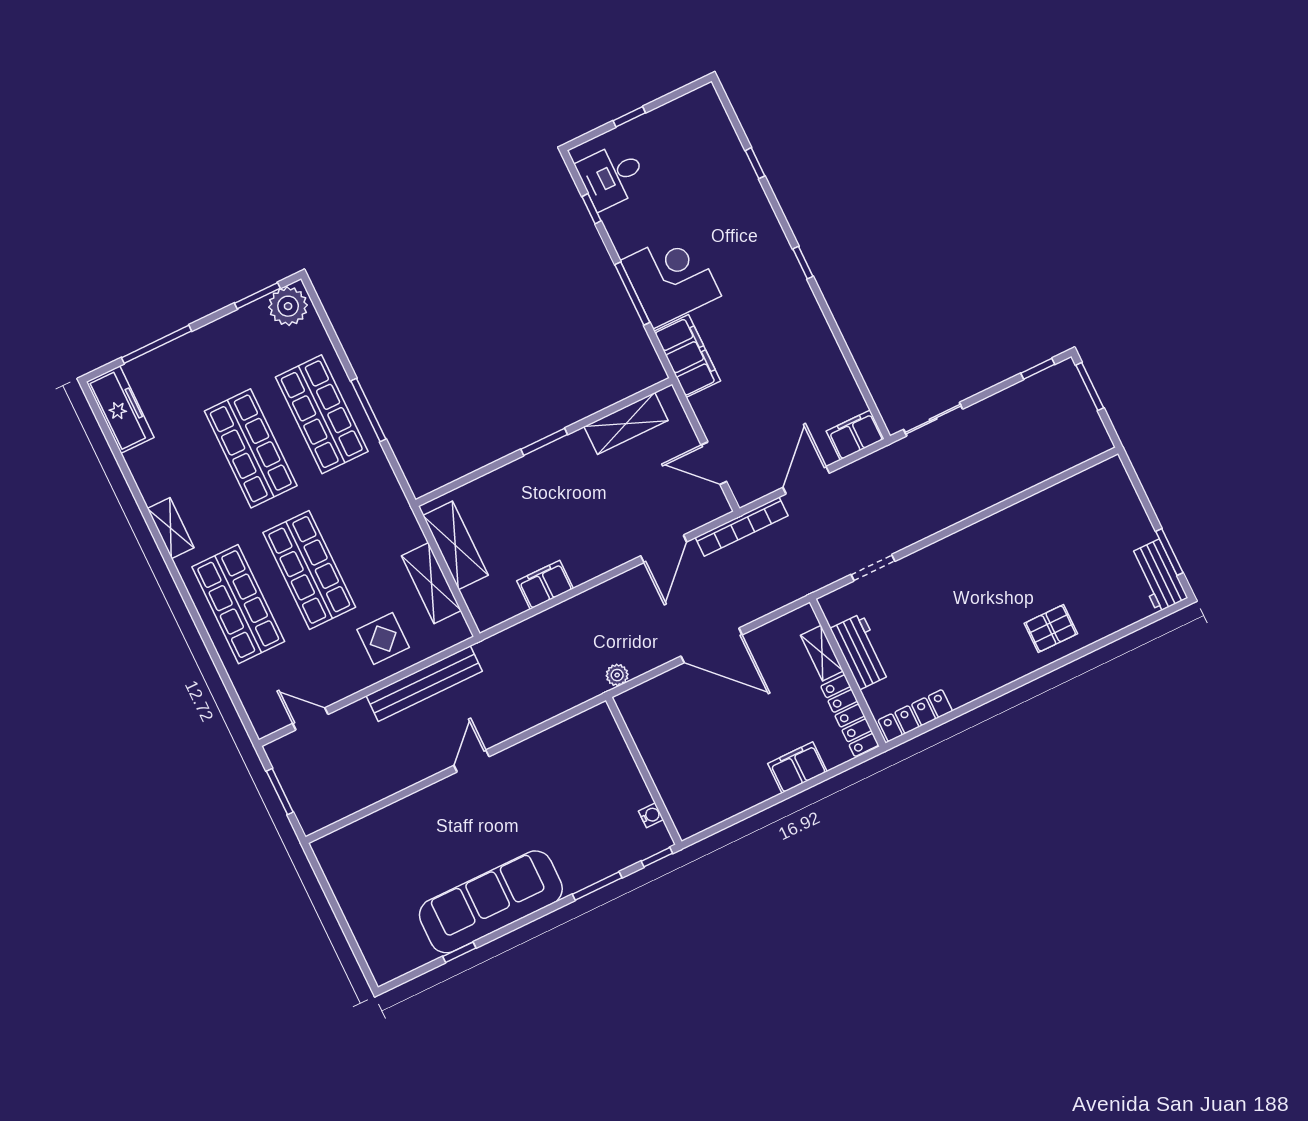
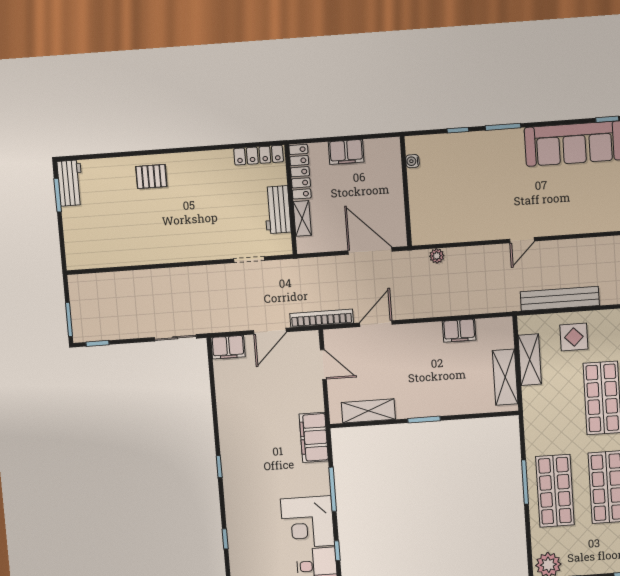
corner desk: (671, 278) -> (308, 522), moved
door: (471, 761) -> (522, 240), moved
wall: (644, 771) -> (406, 191), moved
water cooler: (651, 815) -> (412, 161), moved

